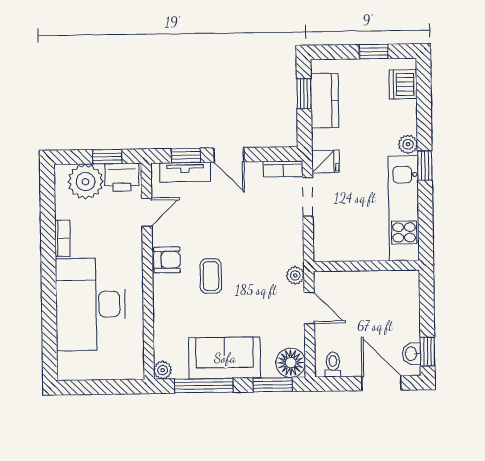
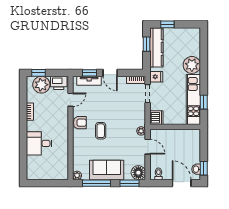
window: (374, 52) -> (167, 24), moved
dishwasher: (403, 84) -> (156, 118), moved, turned 180
kitchen counter: (325, 101) -> (156, 48), width x1.50
plant: (408, 144) -> (192, 65), width x1.87, depth x1.87
window: (107, 157) -> (38, 73), moved
window: (425, 165) -> (204, 102), moved
desk: (90, 304) -> (39, 143), width x0.53, depth x0.77

